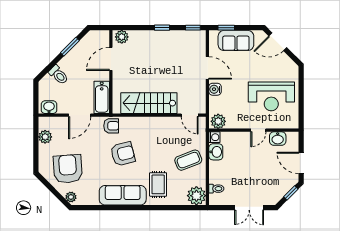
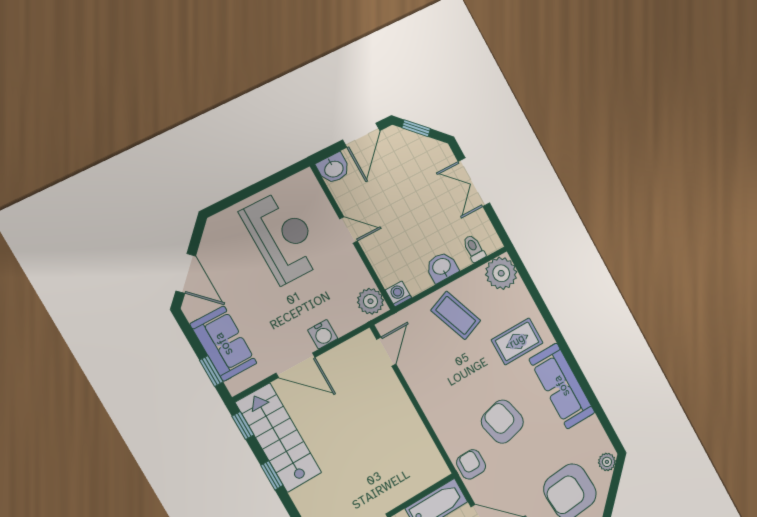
door: (207, 68) -> (295, 365), swing flipped
stairs: (149, 103) -> (279, 438), moved, turned 180
washbasin: (278, 139) -> (334, 168), moved, turned 90
washbasin: (216, 152) -> (442, 267), moved
double door: (249, 208) -> (474, 182), swing flipped

